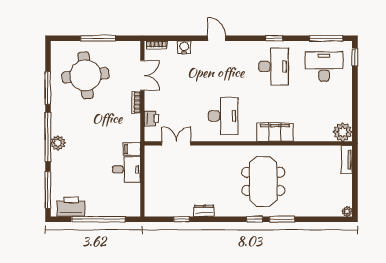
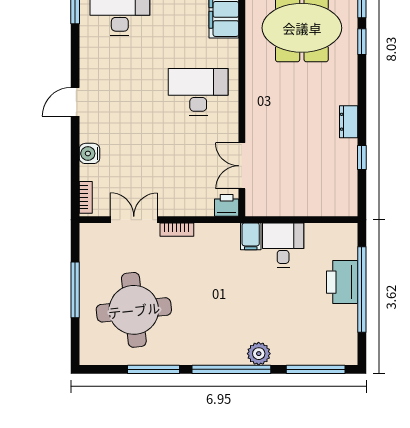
printer: (151, 119) -> (227, 205), moved
plant: (58, 143) -> (259, 354), moved
printer: (71, 207) -> (342, 282), moved

